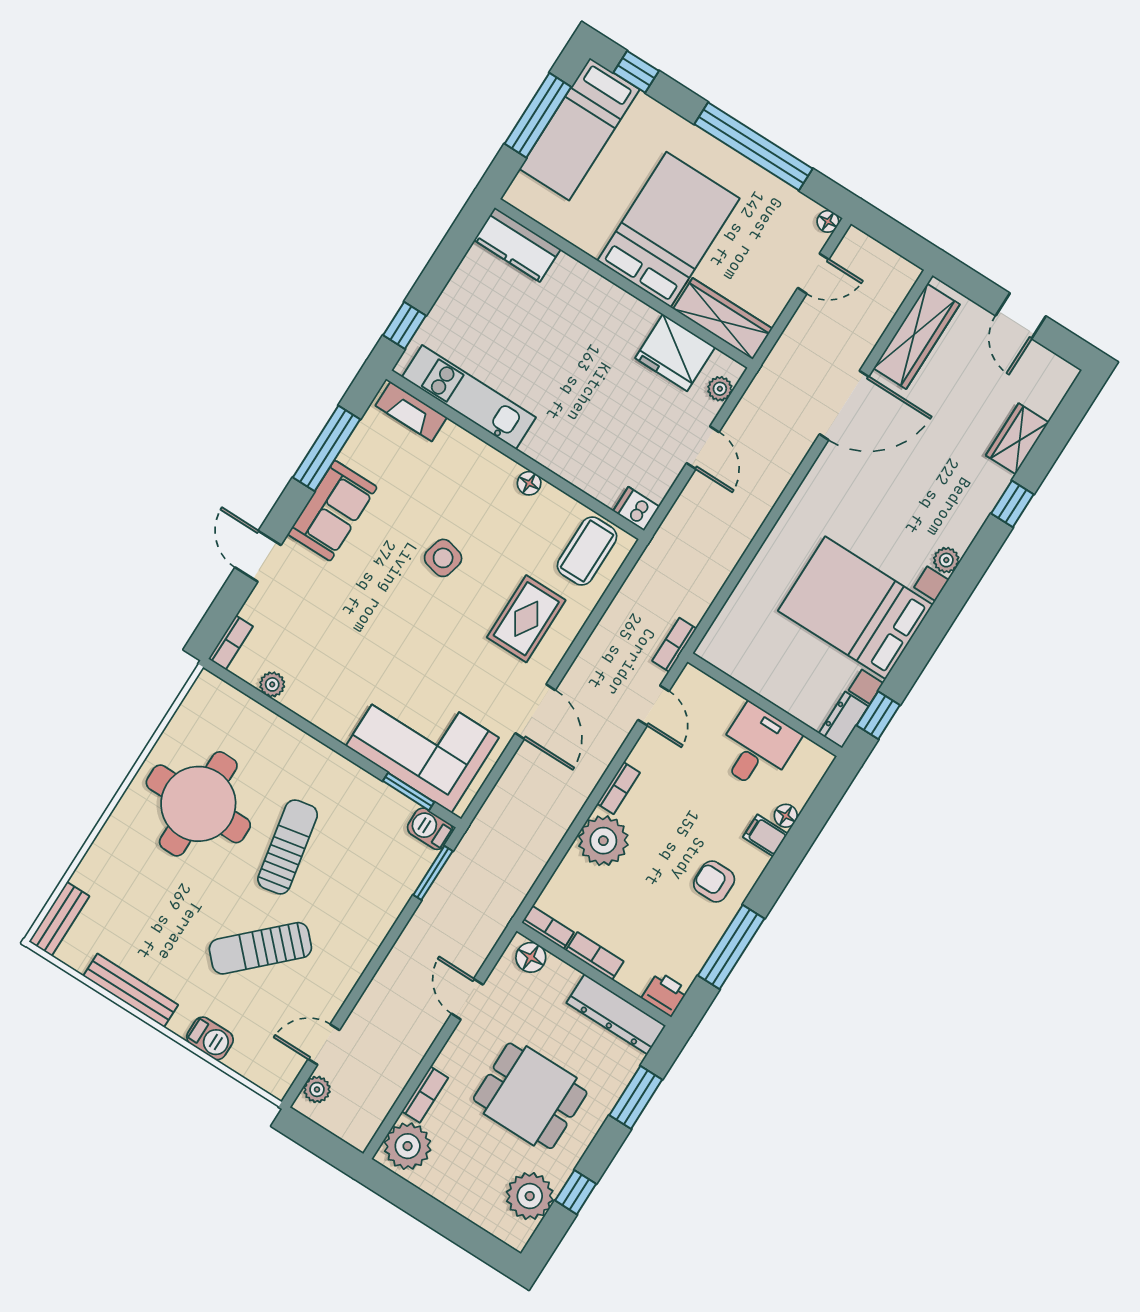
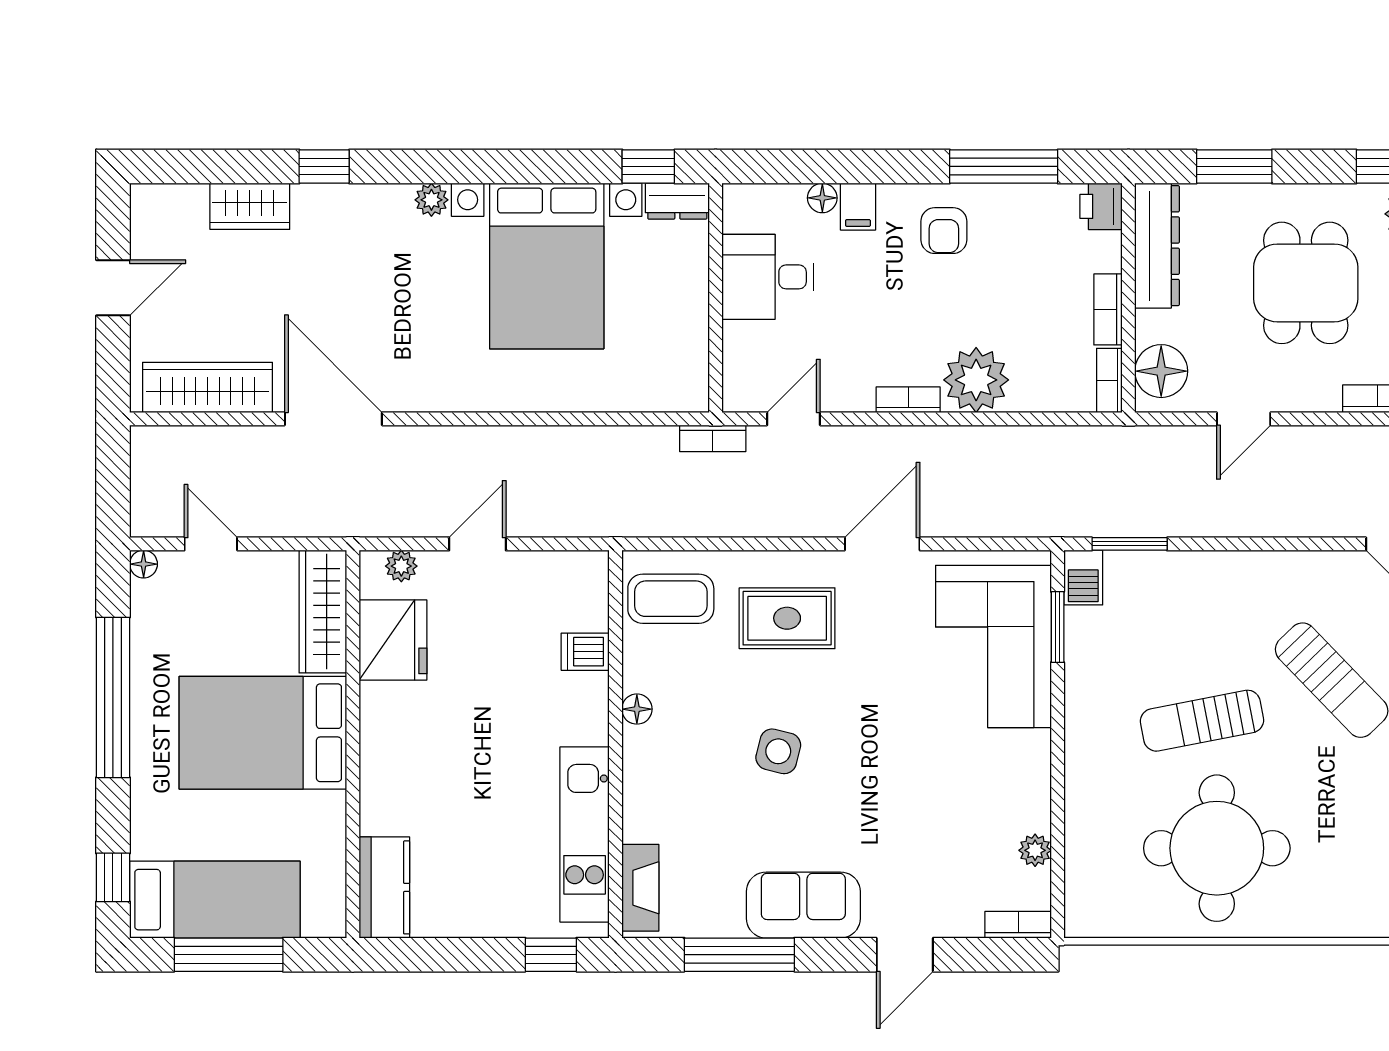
dishwasher: (636, 509) -> (585, 652), moved, turned 90
floor lamp: (531, 957) -> (1161, 371), width x1.38, depth x1.38

